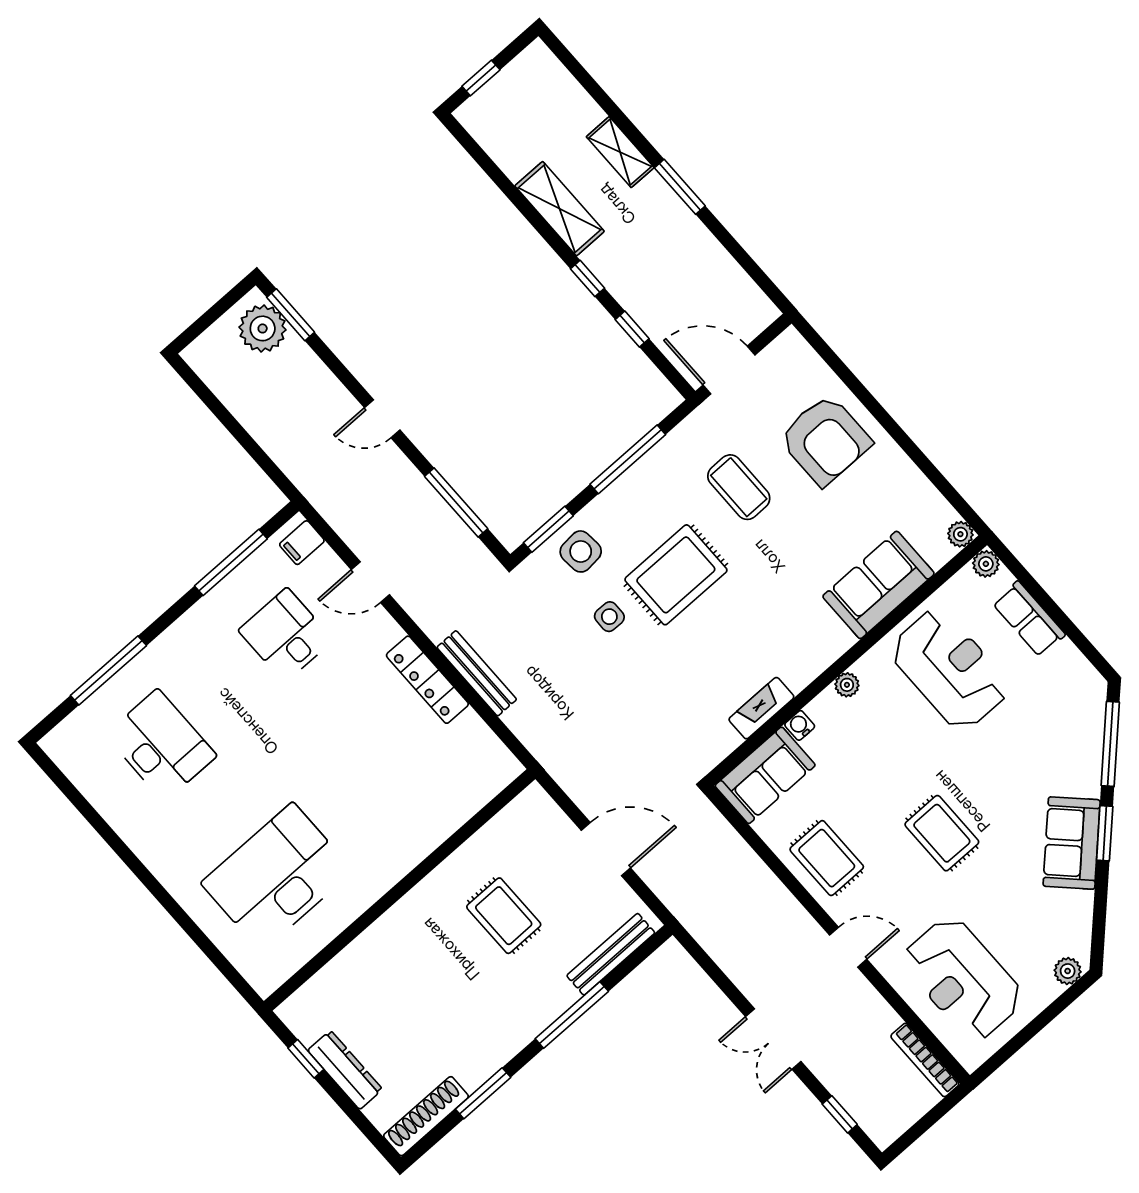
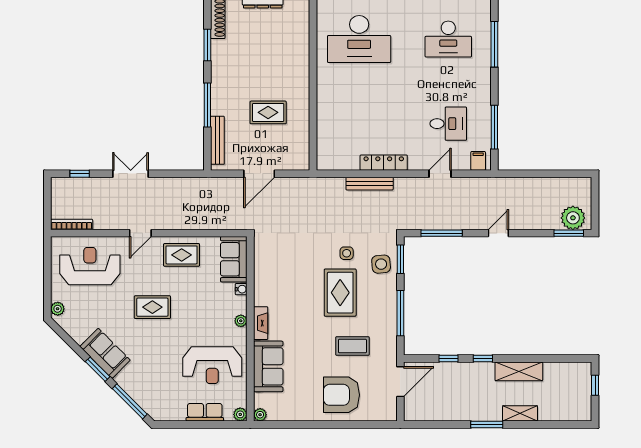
fireplace: (761, 708) -> (261, 323), moved
desk: (277, 877) -> (359, 39), turned 90

